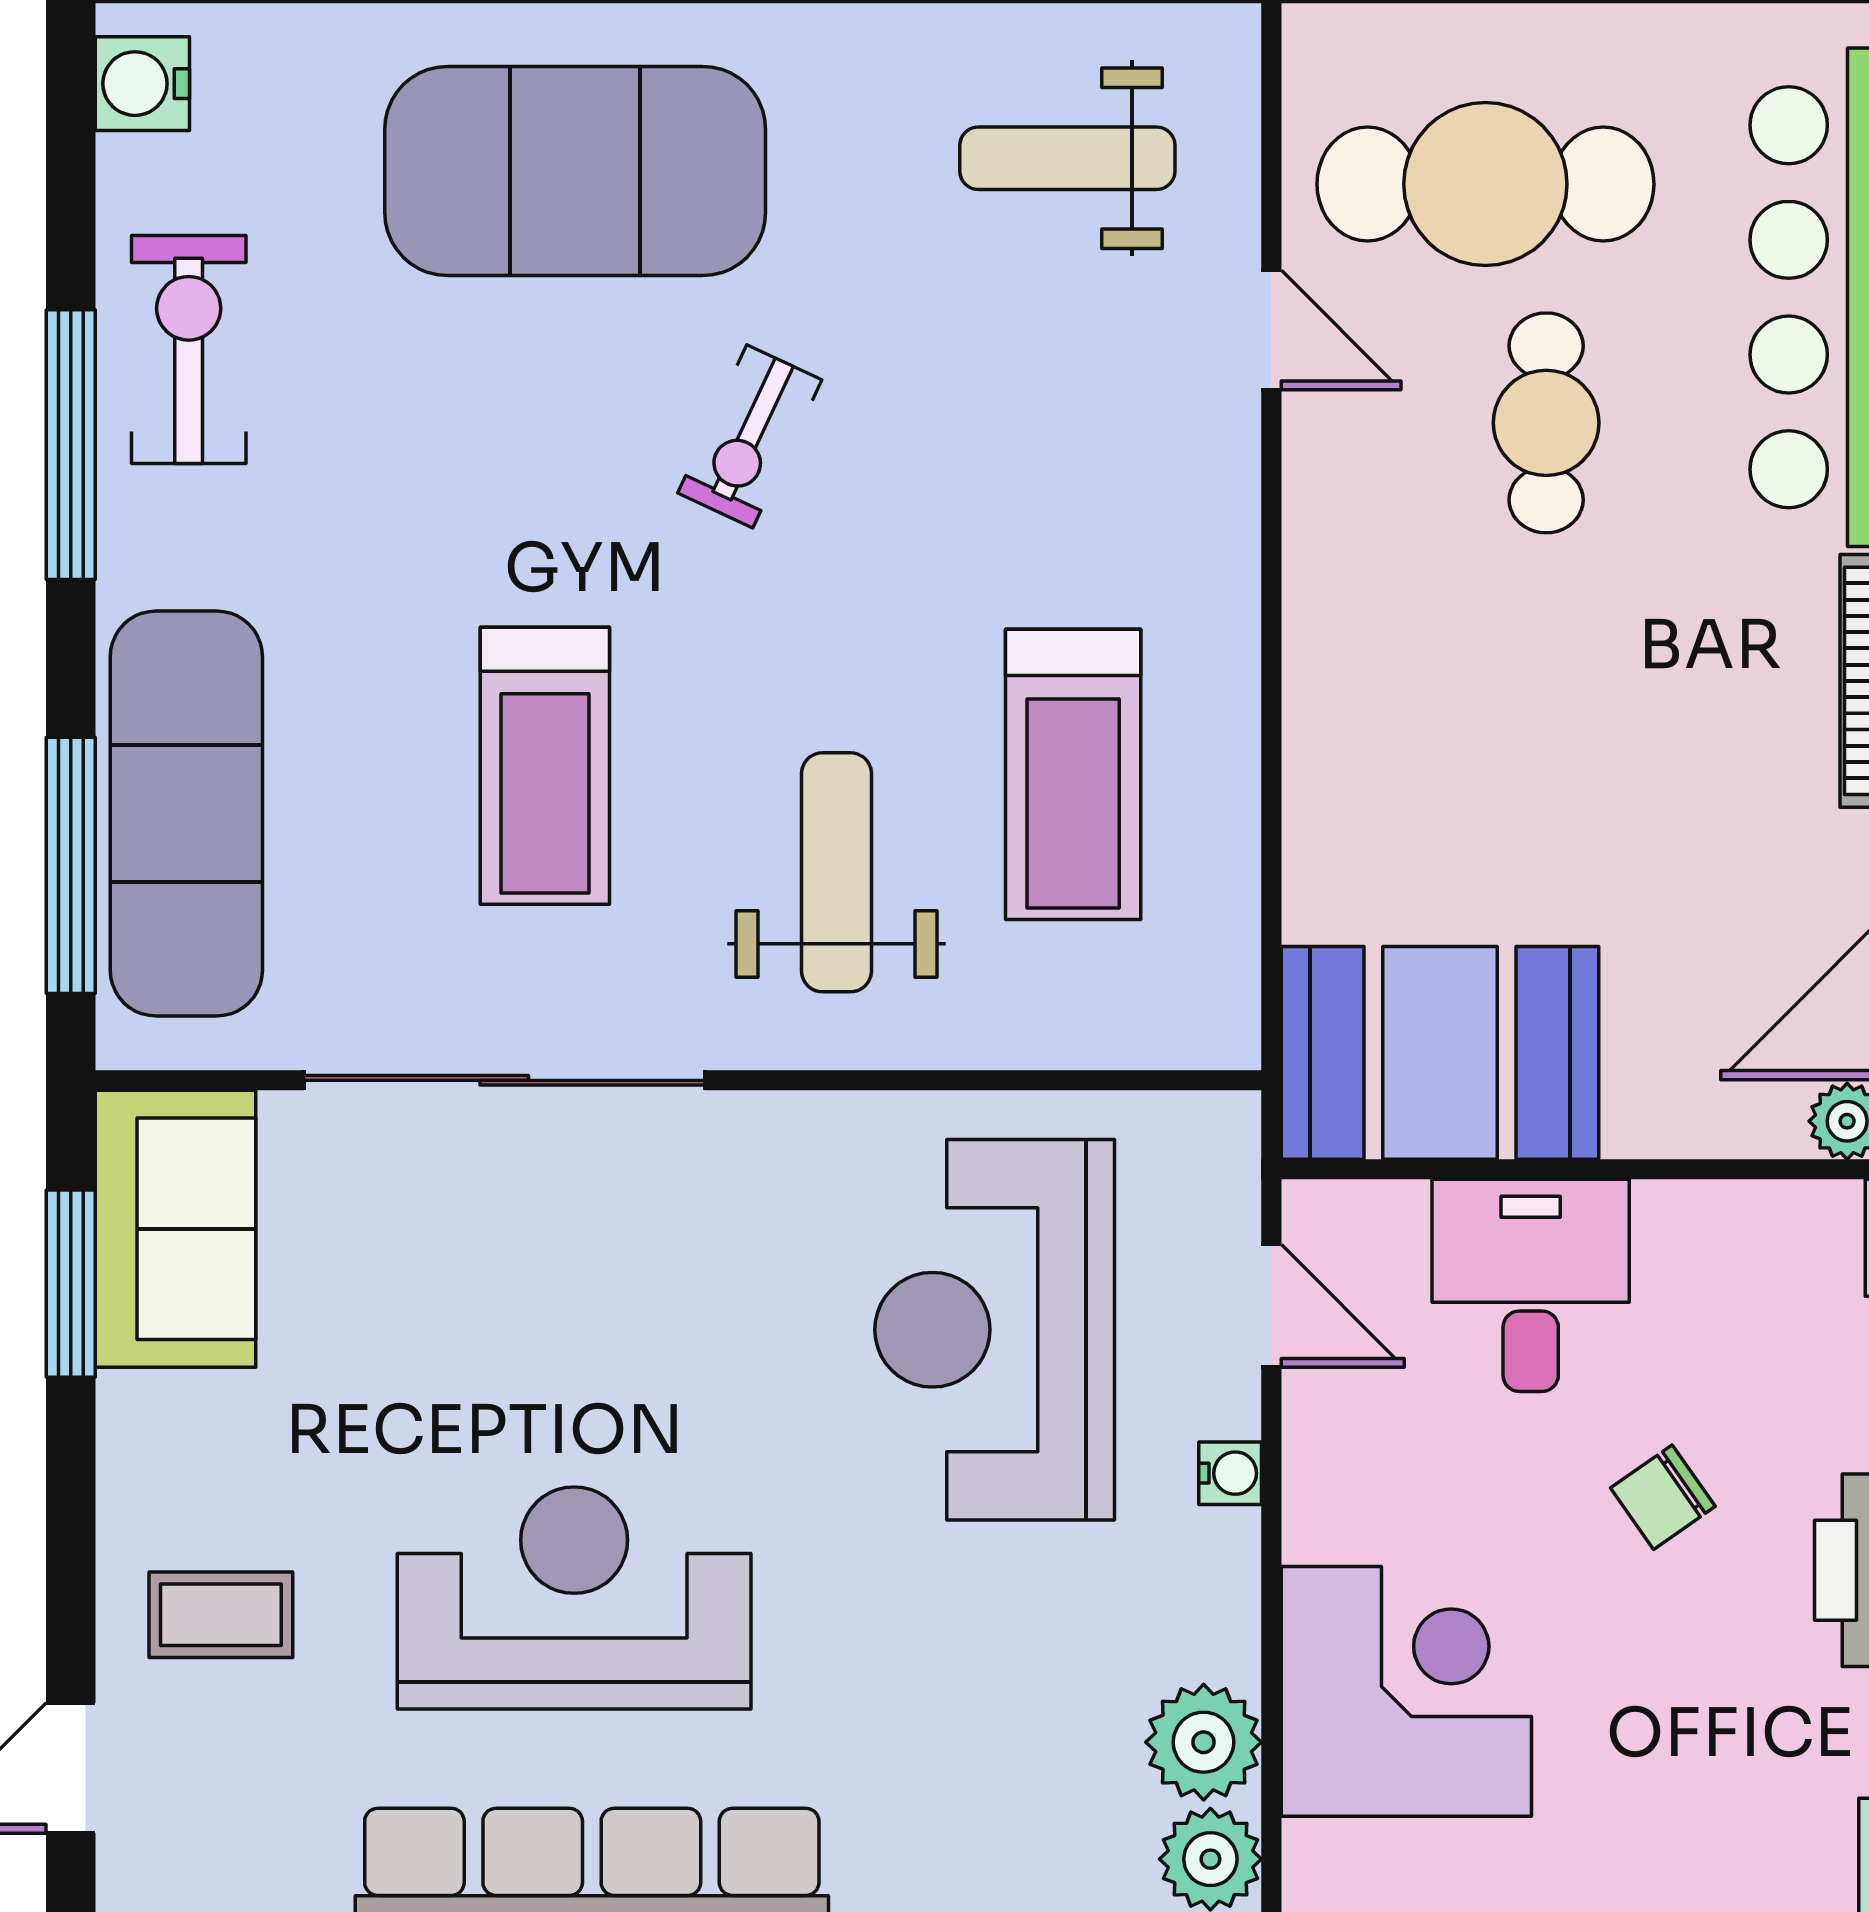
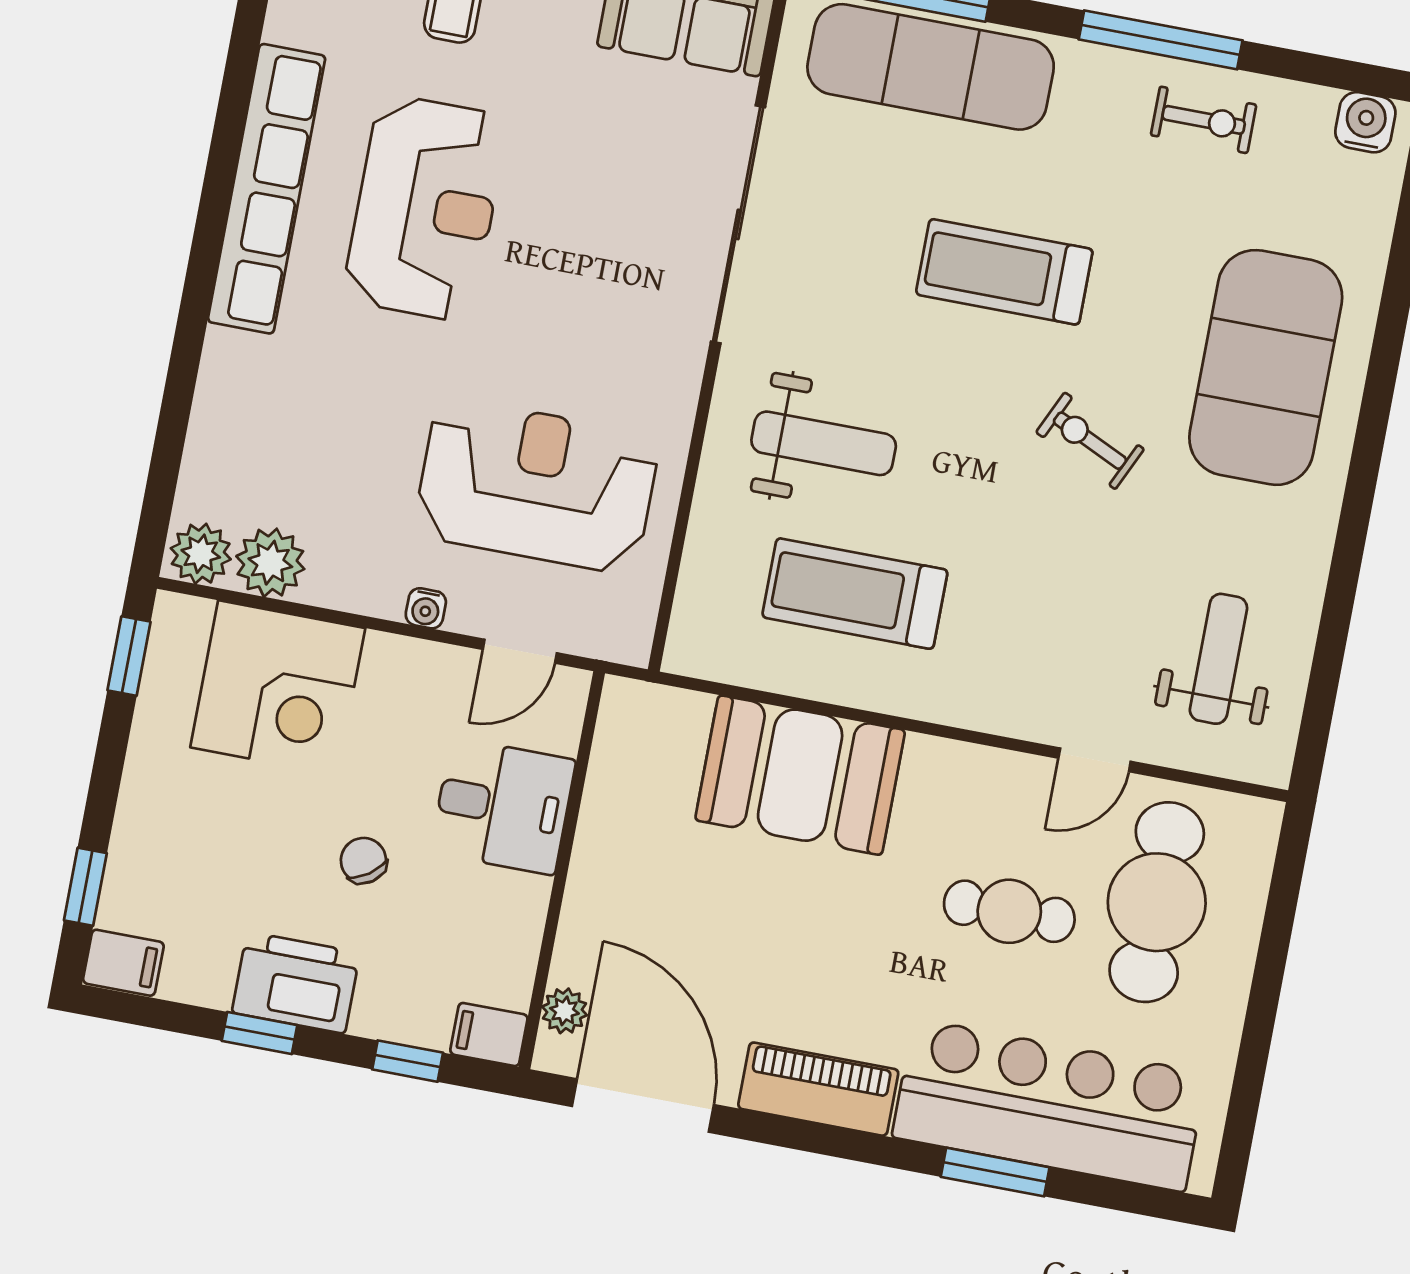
exercise bike: (189, 349) -> (1204, 120), width x0.73, depth x0.72
treadmill: (545, 766) -> (1004, 272), moved
booth: (1440, 1053) -> (800, 775), moved, turned 90

